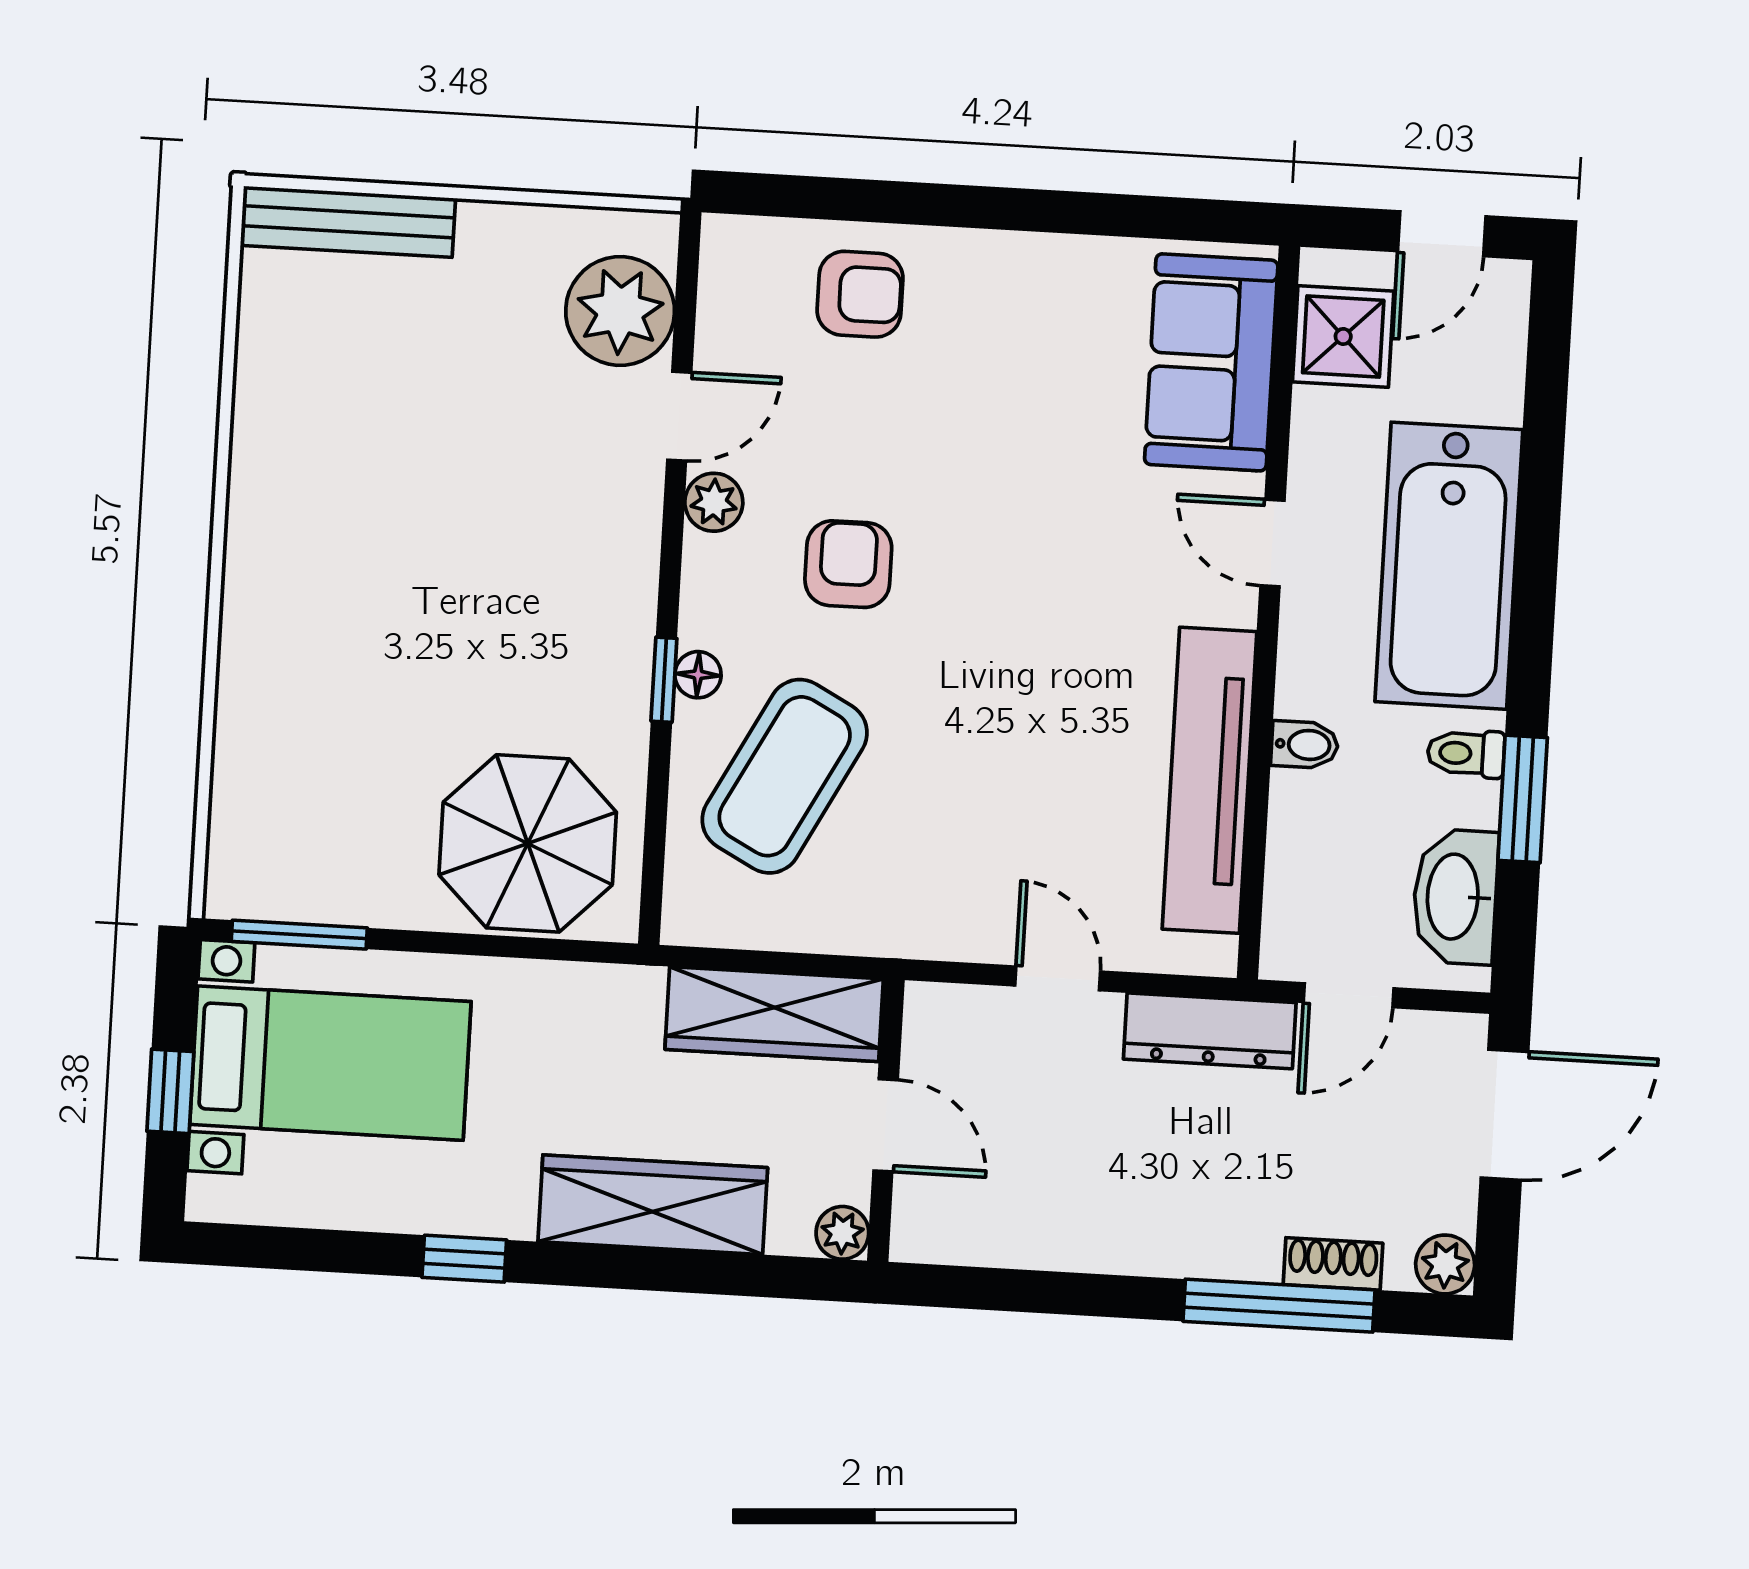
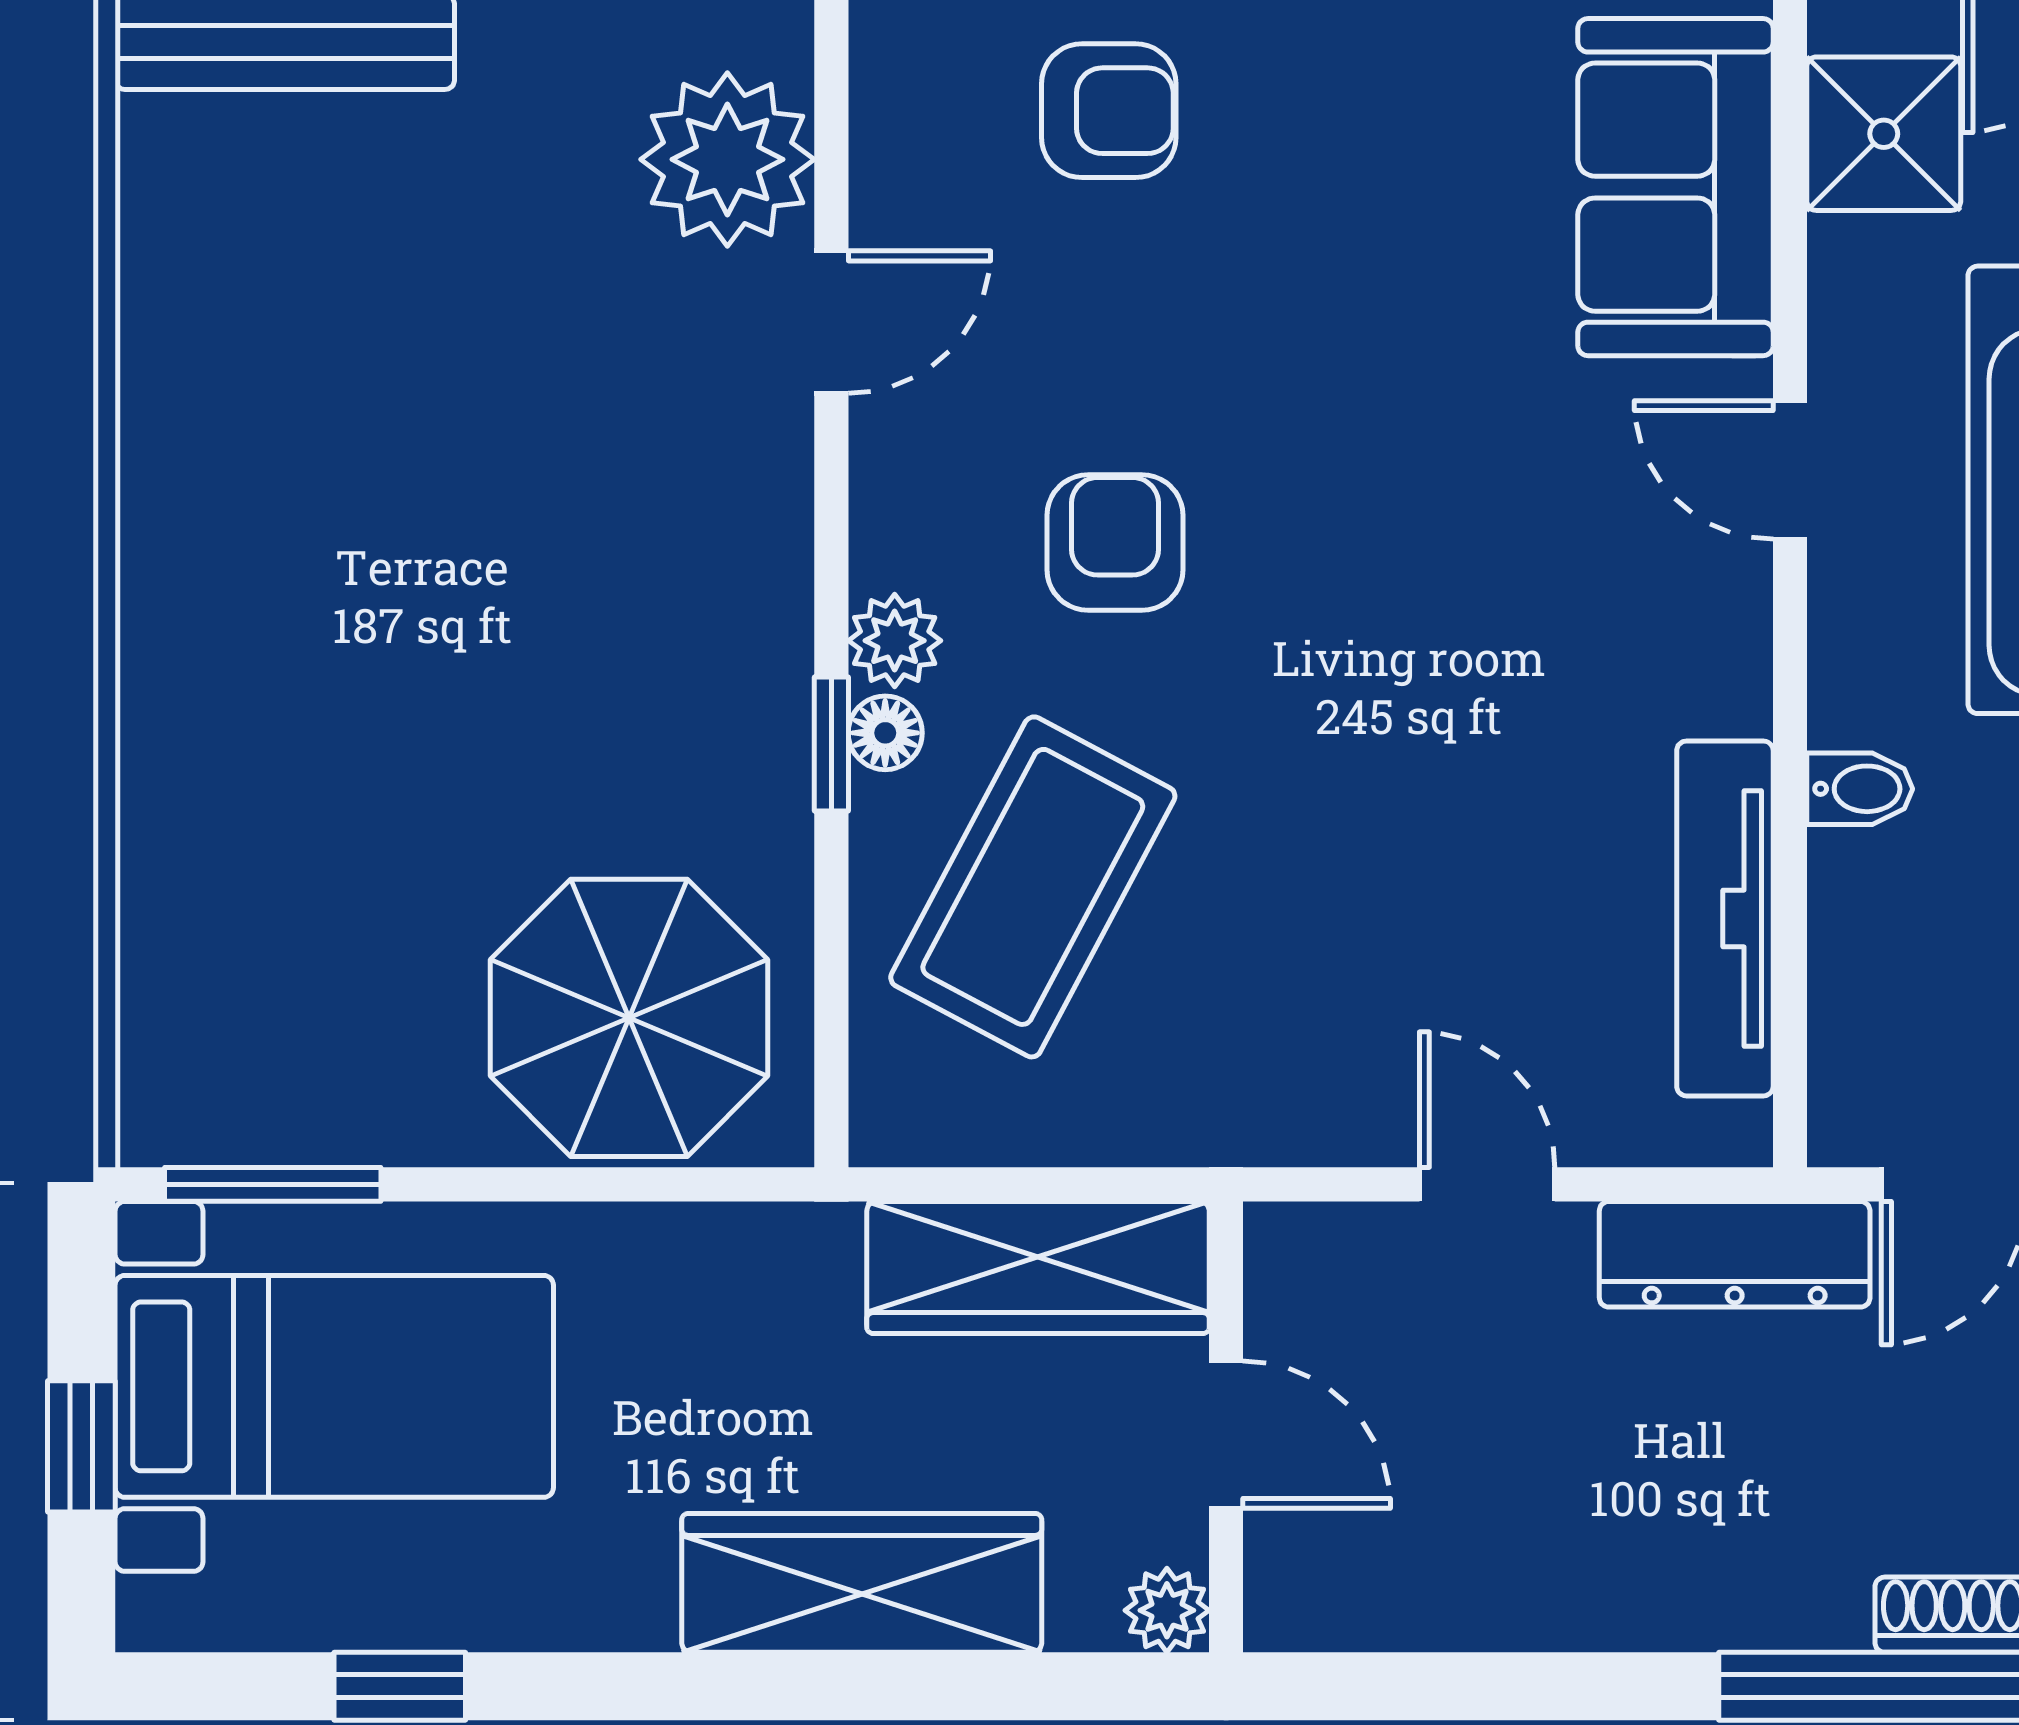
plant: (714, 502) -> (895, 641), moved
tv unit: (1209, 780) -> (1725, 918), width x0.73, depth x0.78
window: (464, 1259) -> (400, 1686), moved

